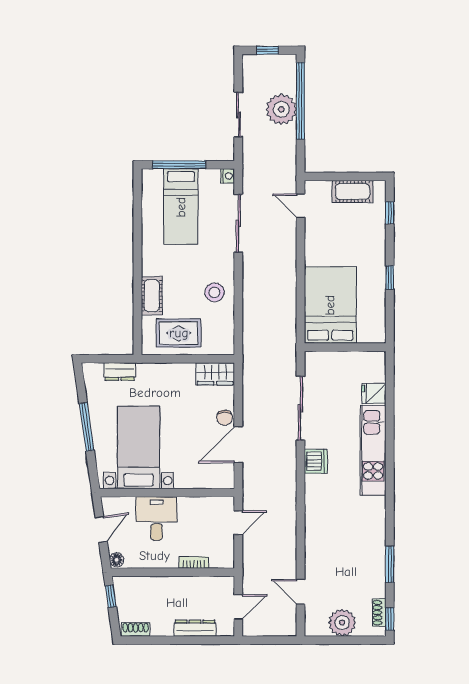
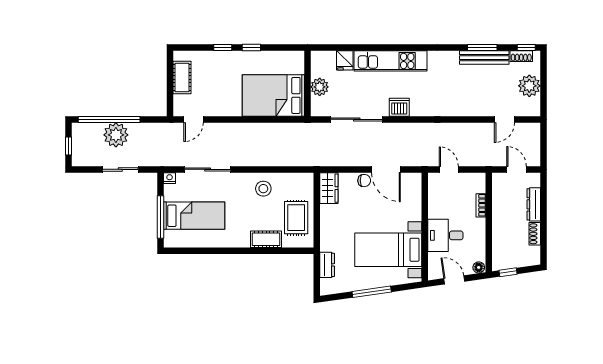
window: (390, 213) -> (223, 48), moved
plant: (341, 362) -> (320, 87), added
bench: (377, 567) -> (484, 58), added
shoe rack: (136, 629) -> (535, 234), moved

